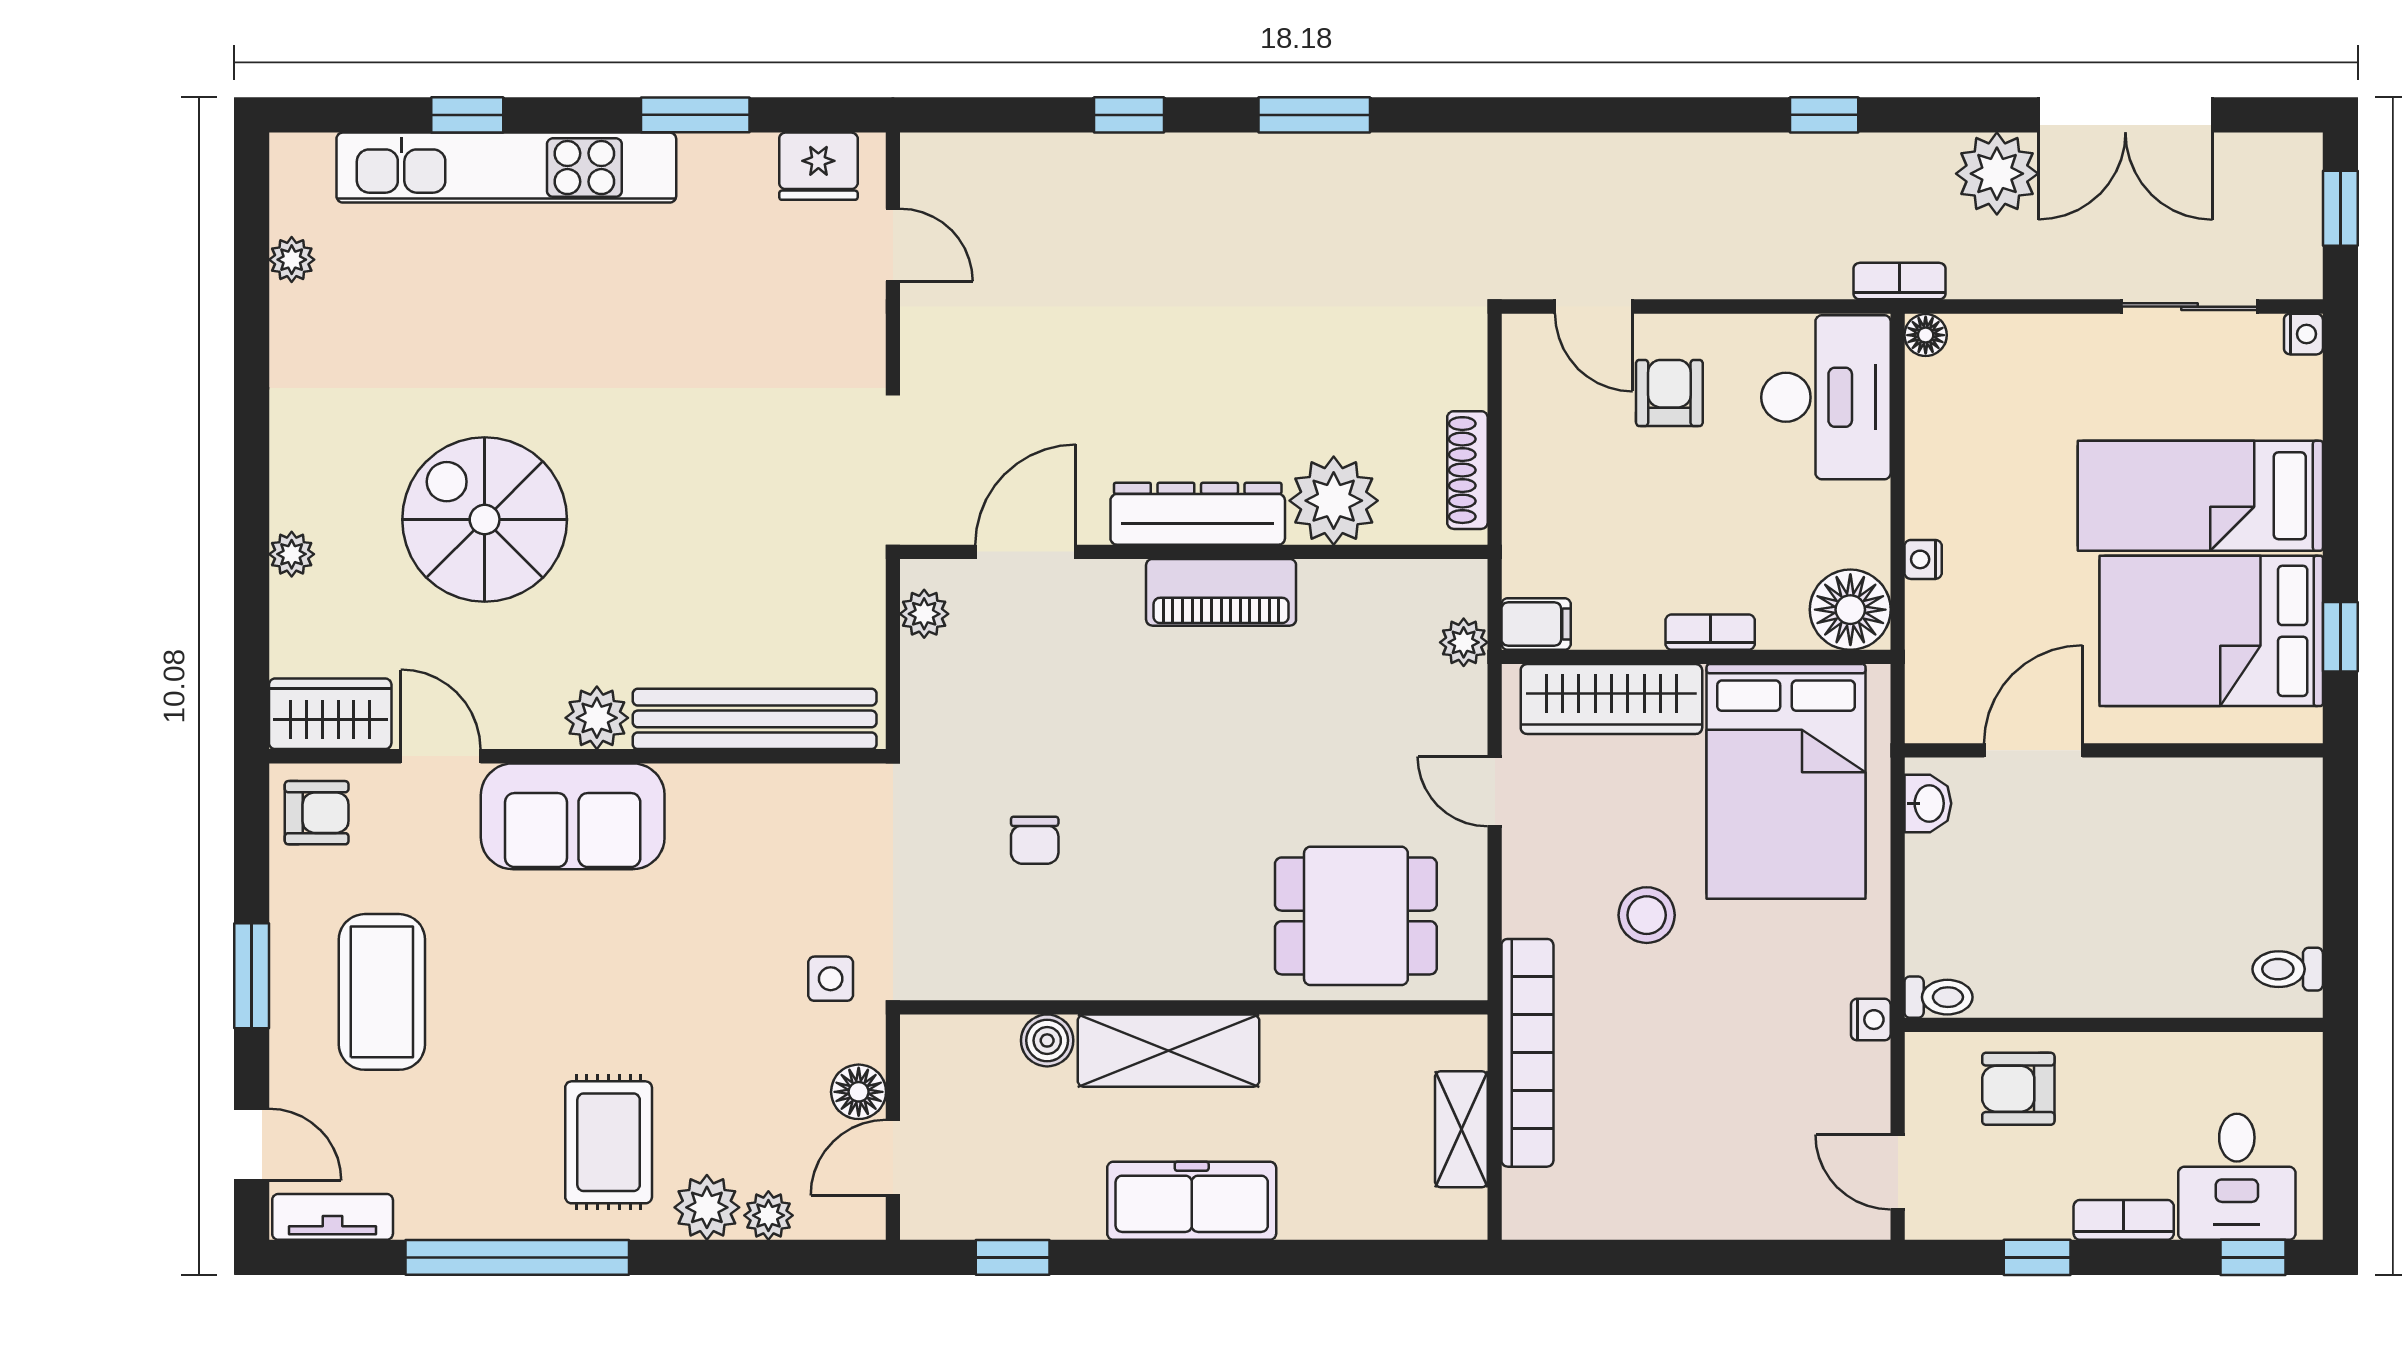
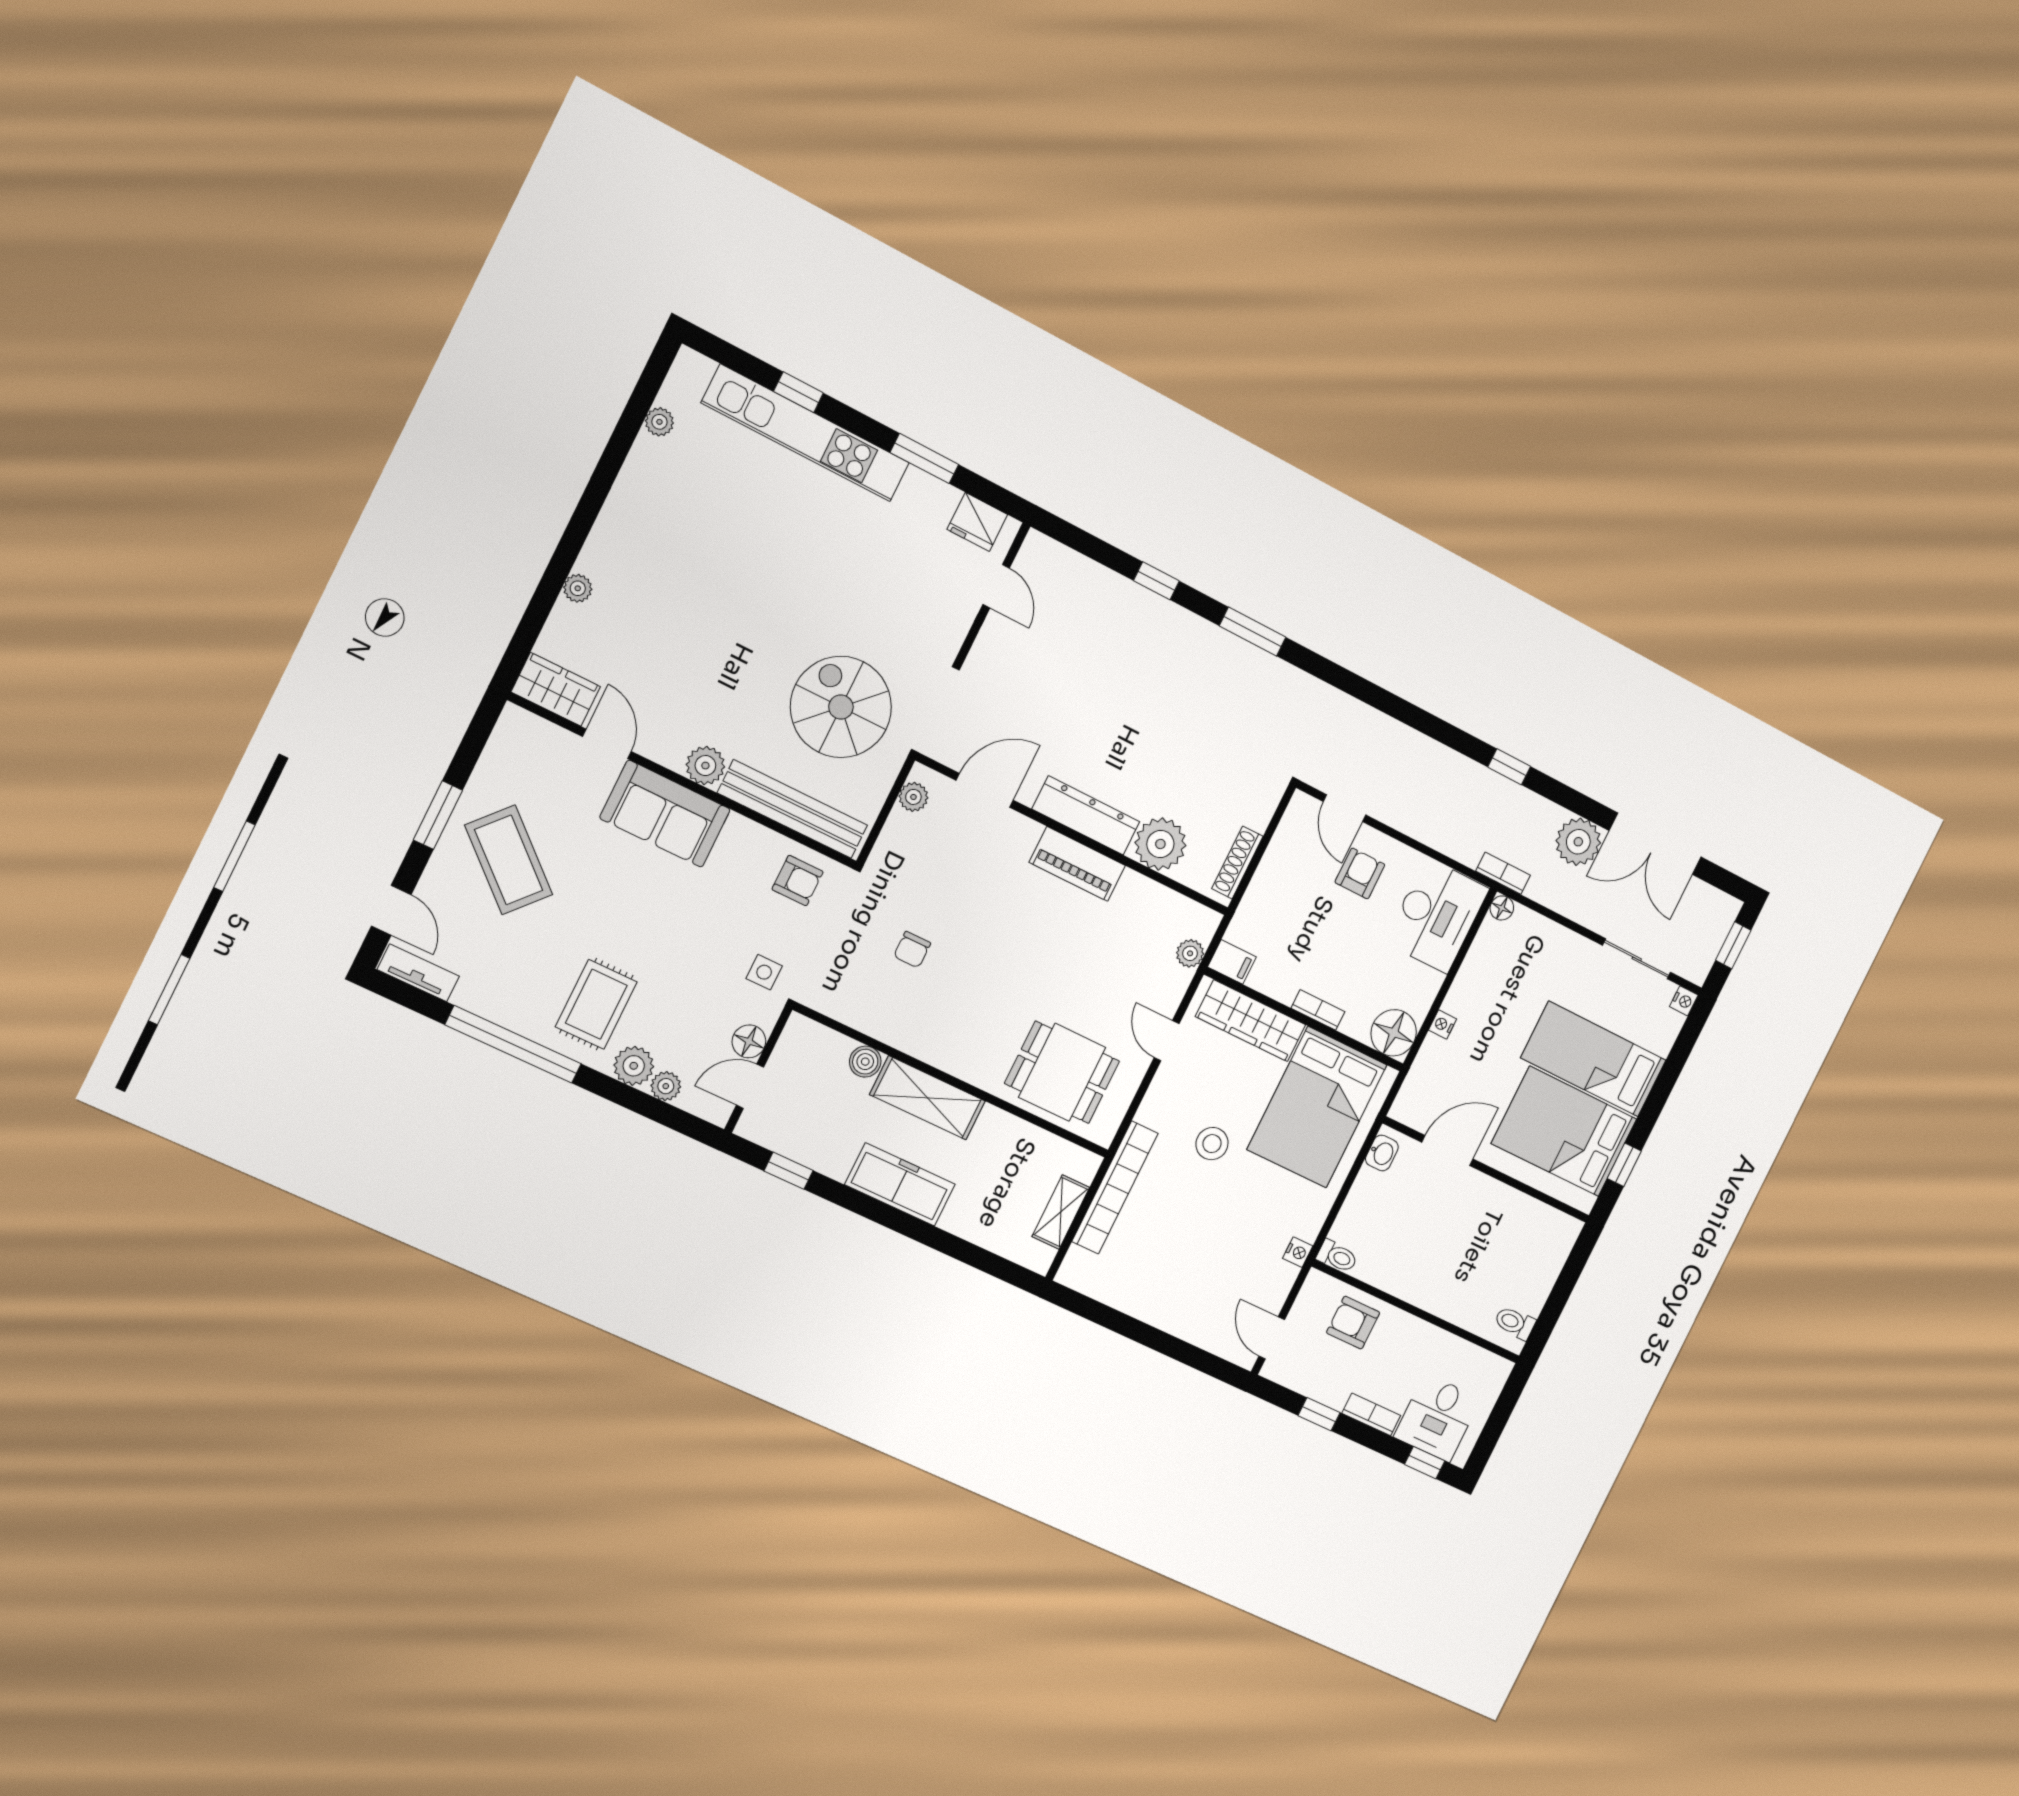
spiral stairs: (485, 520) -> (841, 707), moved
armchair: (317, 813) -> (798, 881), moved
coffee table: (382, 992) -> (509, 860), turned -48

